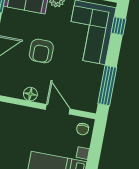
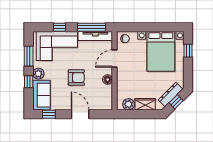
window: (119, 26) -> (59, 27), moved
tv unit: (94, 88) -> (95, 36), added

